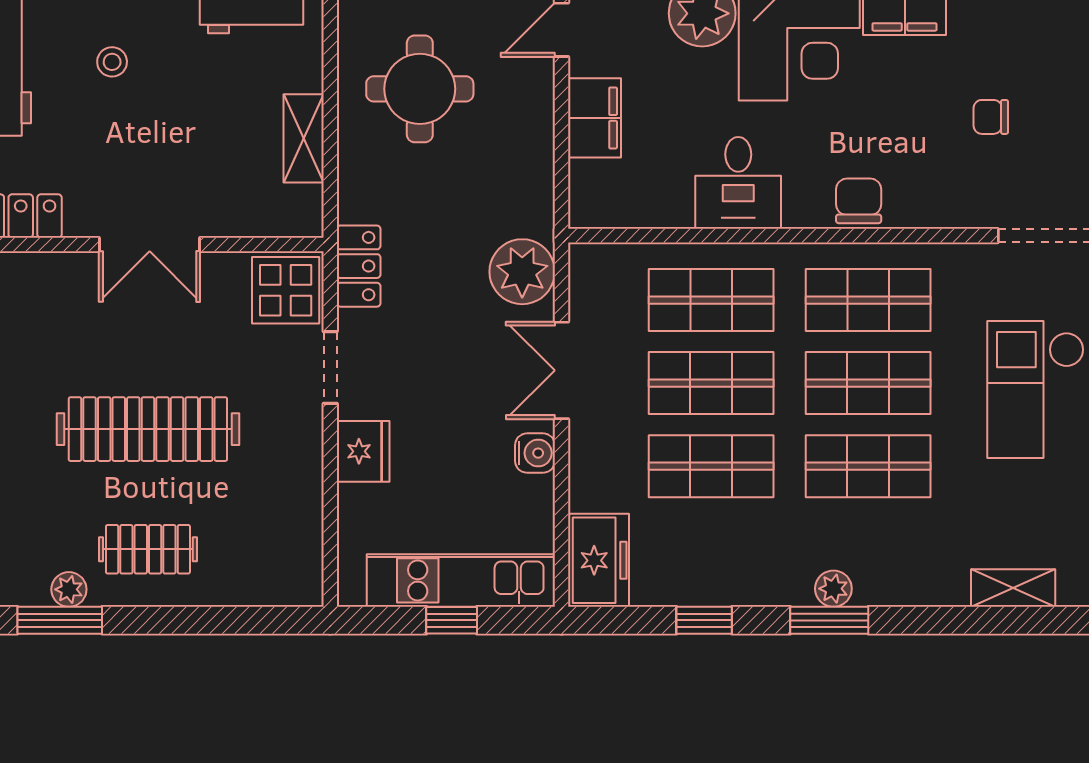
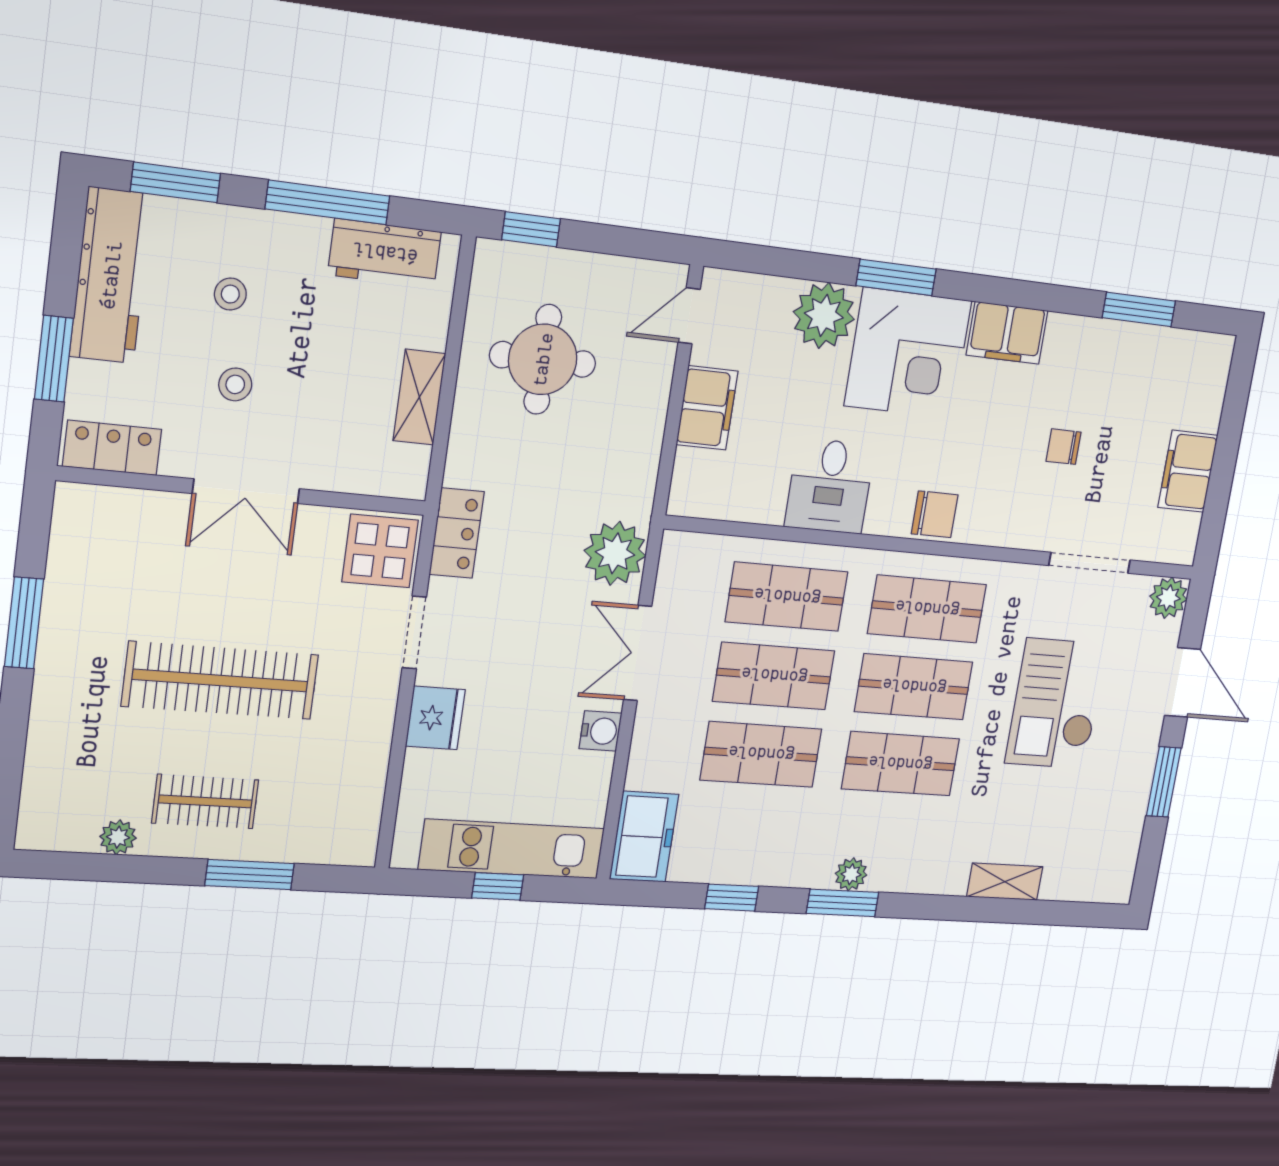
stool: (127, 145) -> (235, 384), added
chair: (859, 201) -> (935, 514), turned 90
window: (60, 620) -> (250, 875), moved

